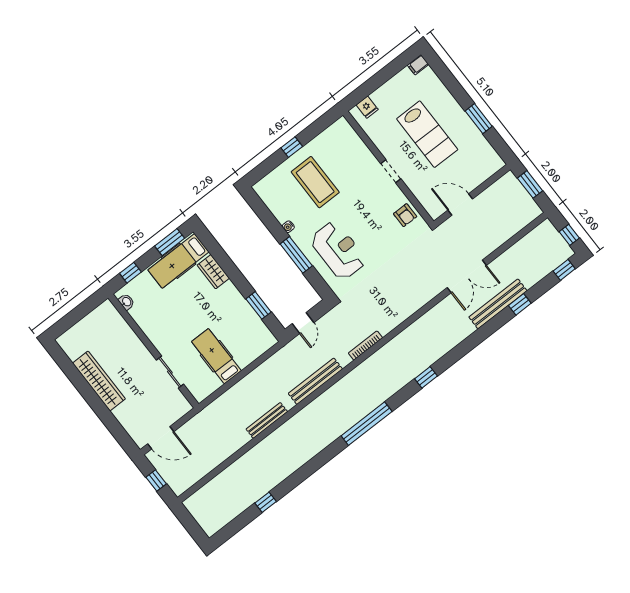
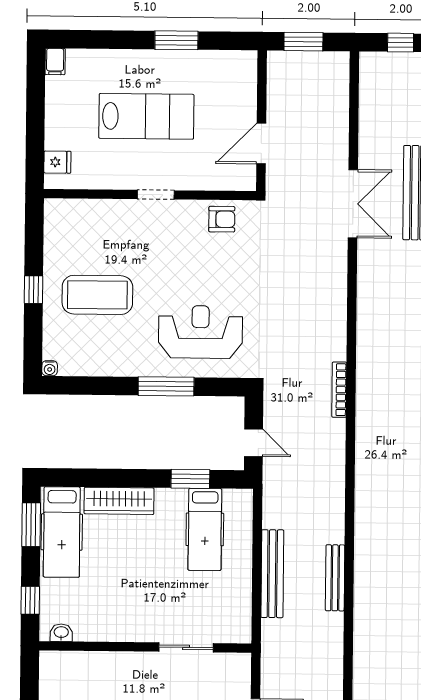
water cooler: (288, 227) -> (50, 368), moved
wardrobe: (213, 272) -> (119, 501), width x1.50
hospital bed: (216, 356) -> (205, 529), moved, turned -90
bench: (315, 381) -> (272, 574), moved

